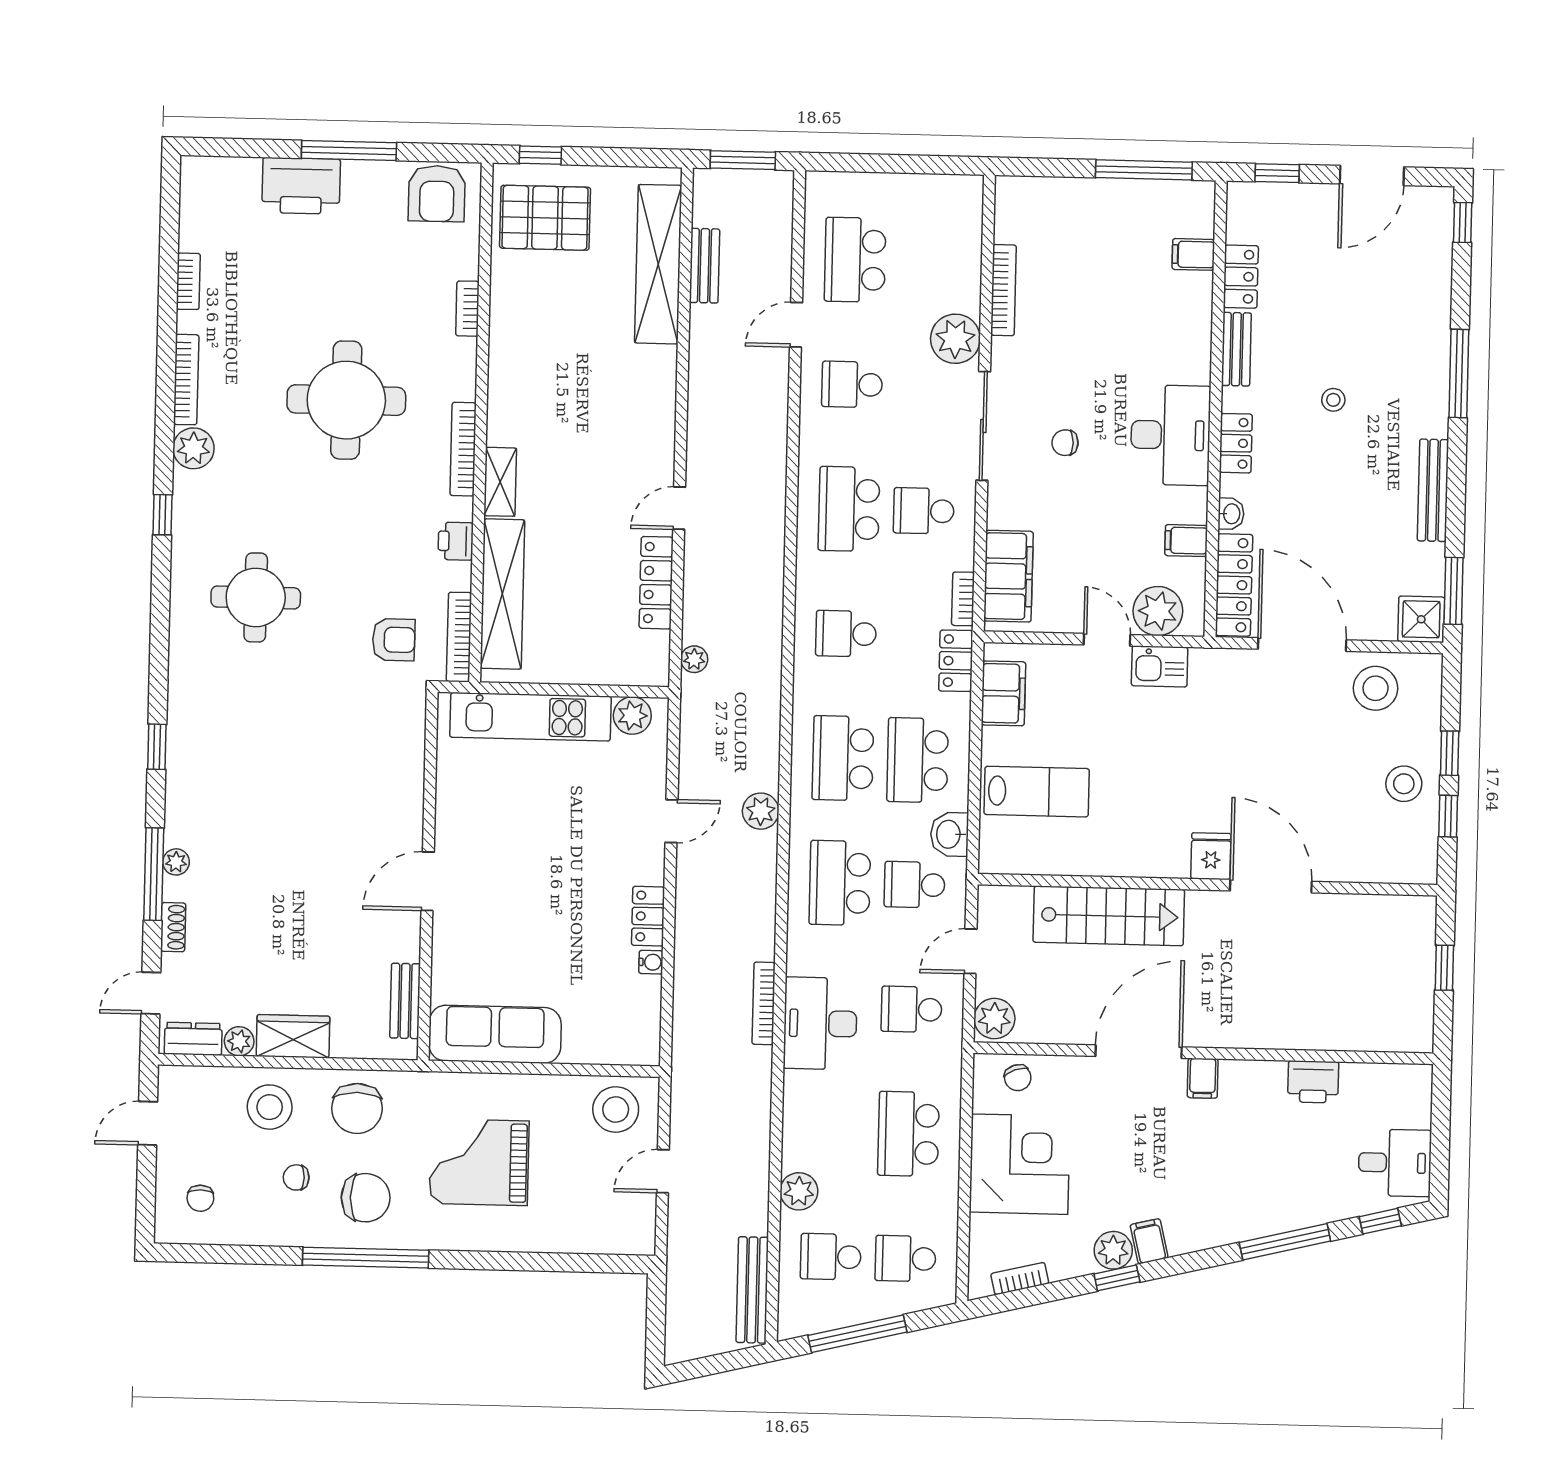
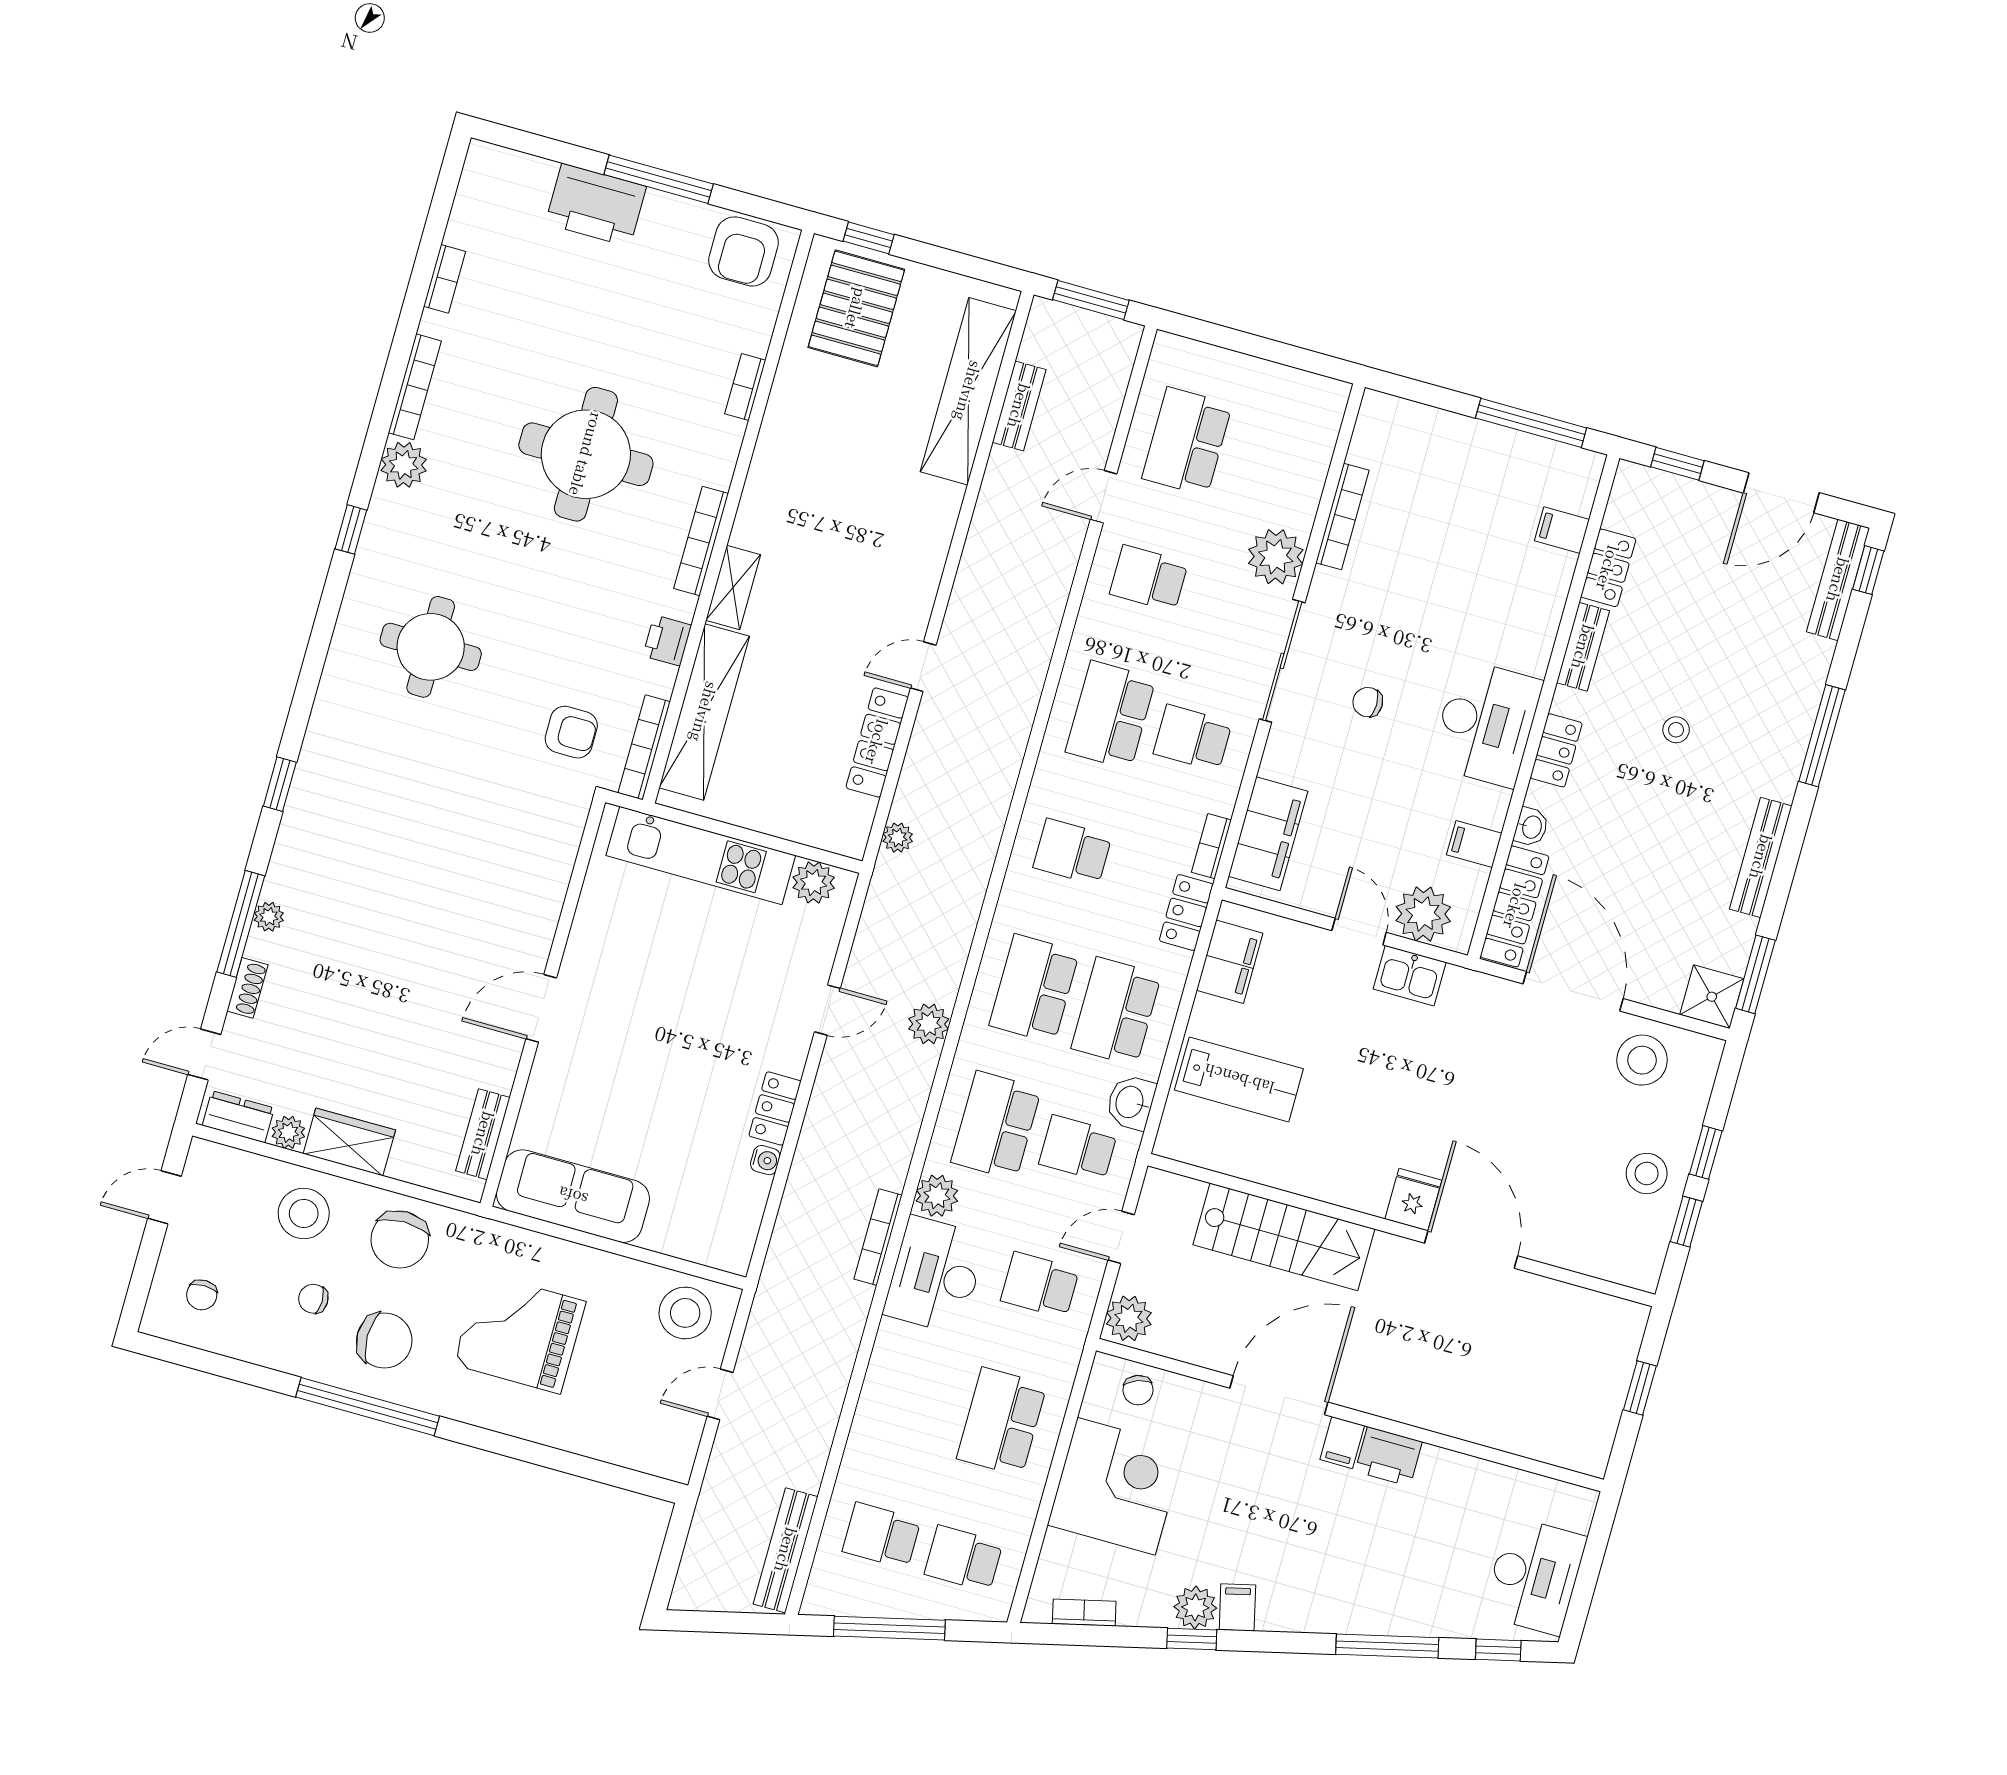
pallet: (545, 218) -> (856, 308), turned 90
bench: (1439, 237) -> (1838, 580), added
printer: (1313, 1082) -> (1389, 1457), moved
desk: (1395, 1163) -> (1535, 1576), width x1.37
plant: (799, 1191) -> (937, 1196), moved

